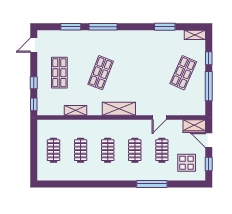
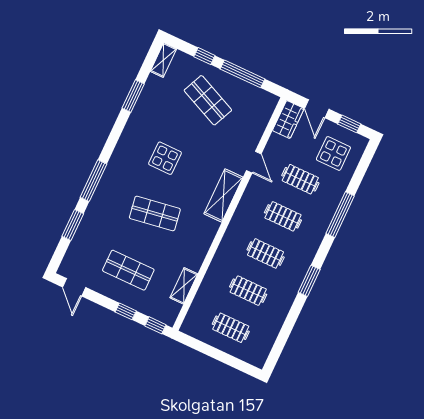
display table: (137, 63) -> (165, 158), added
shop shelf: (101, 73) -> (155, 213), turned -30
shelving: (119, 109) -> (223, 196), moved
shelving: (76, 110) -> (184, 286), moved
door: (209, 140) -> (317, 109), hinge flipped
window: (104, 184) -> (309, 281), added

